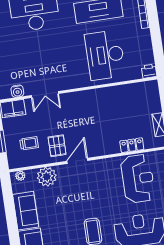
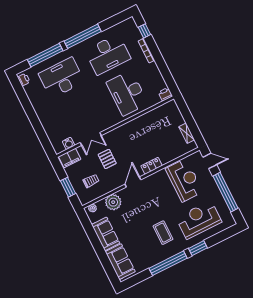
locker: (132, 145) -> (152, 166), moved
pallet: (57, 146) -> (107, 159), moved

